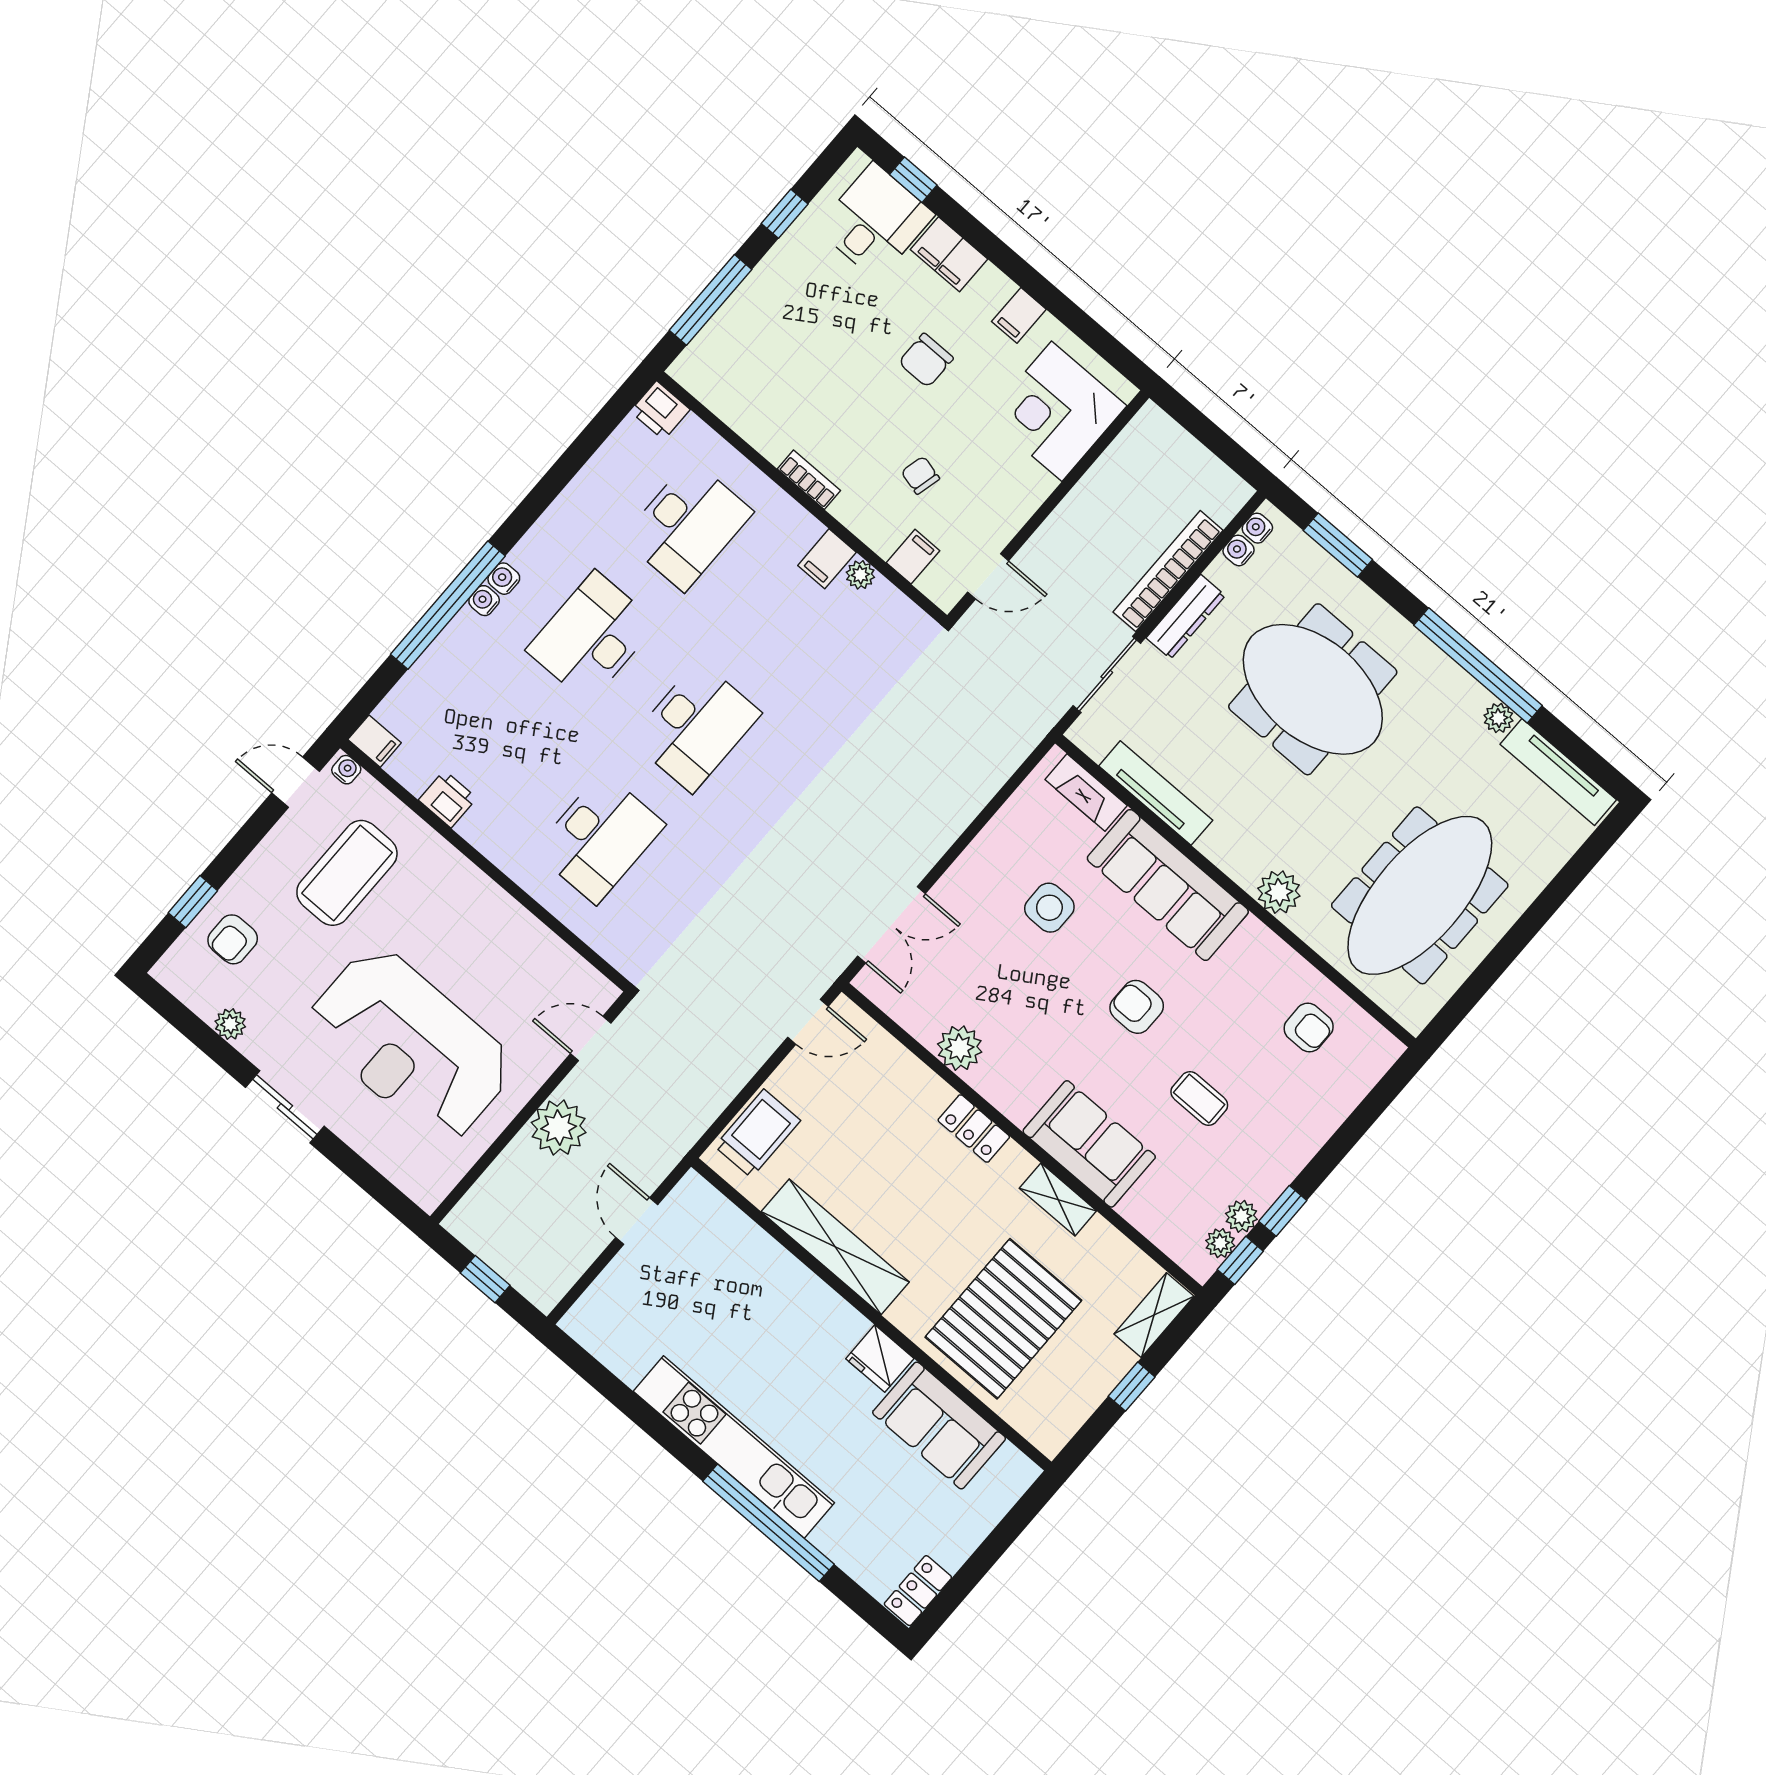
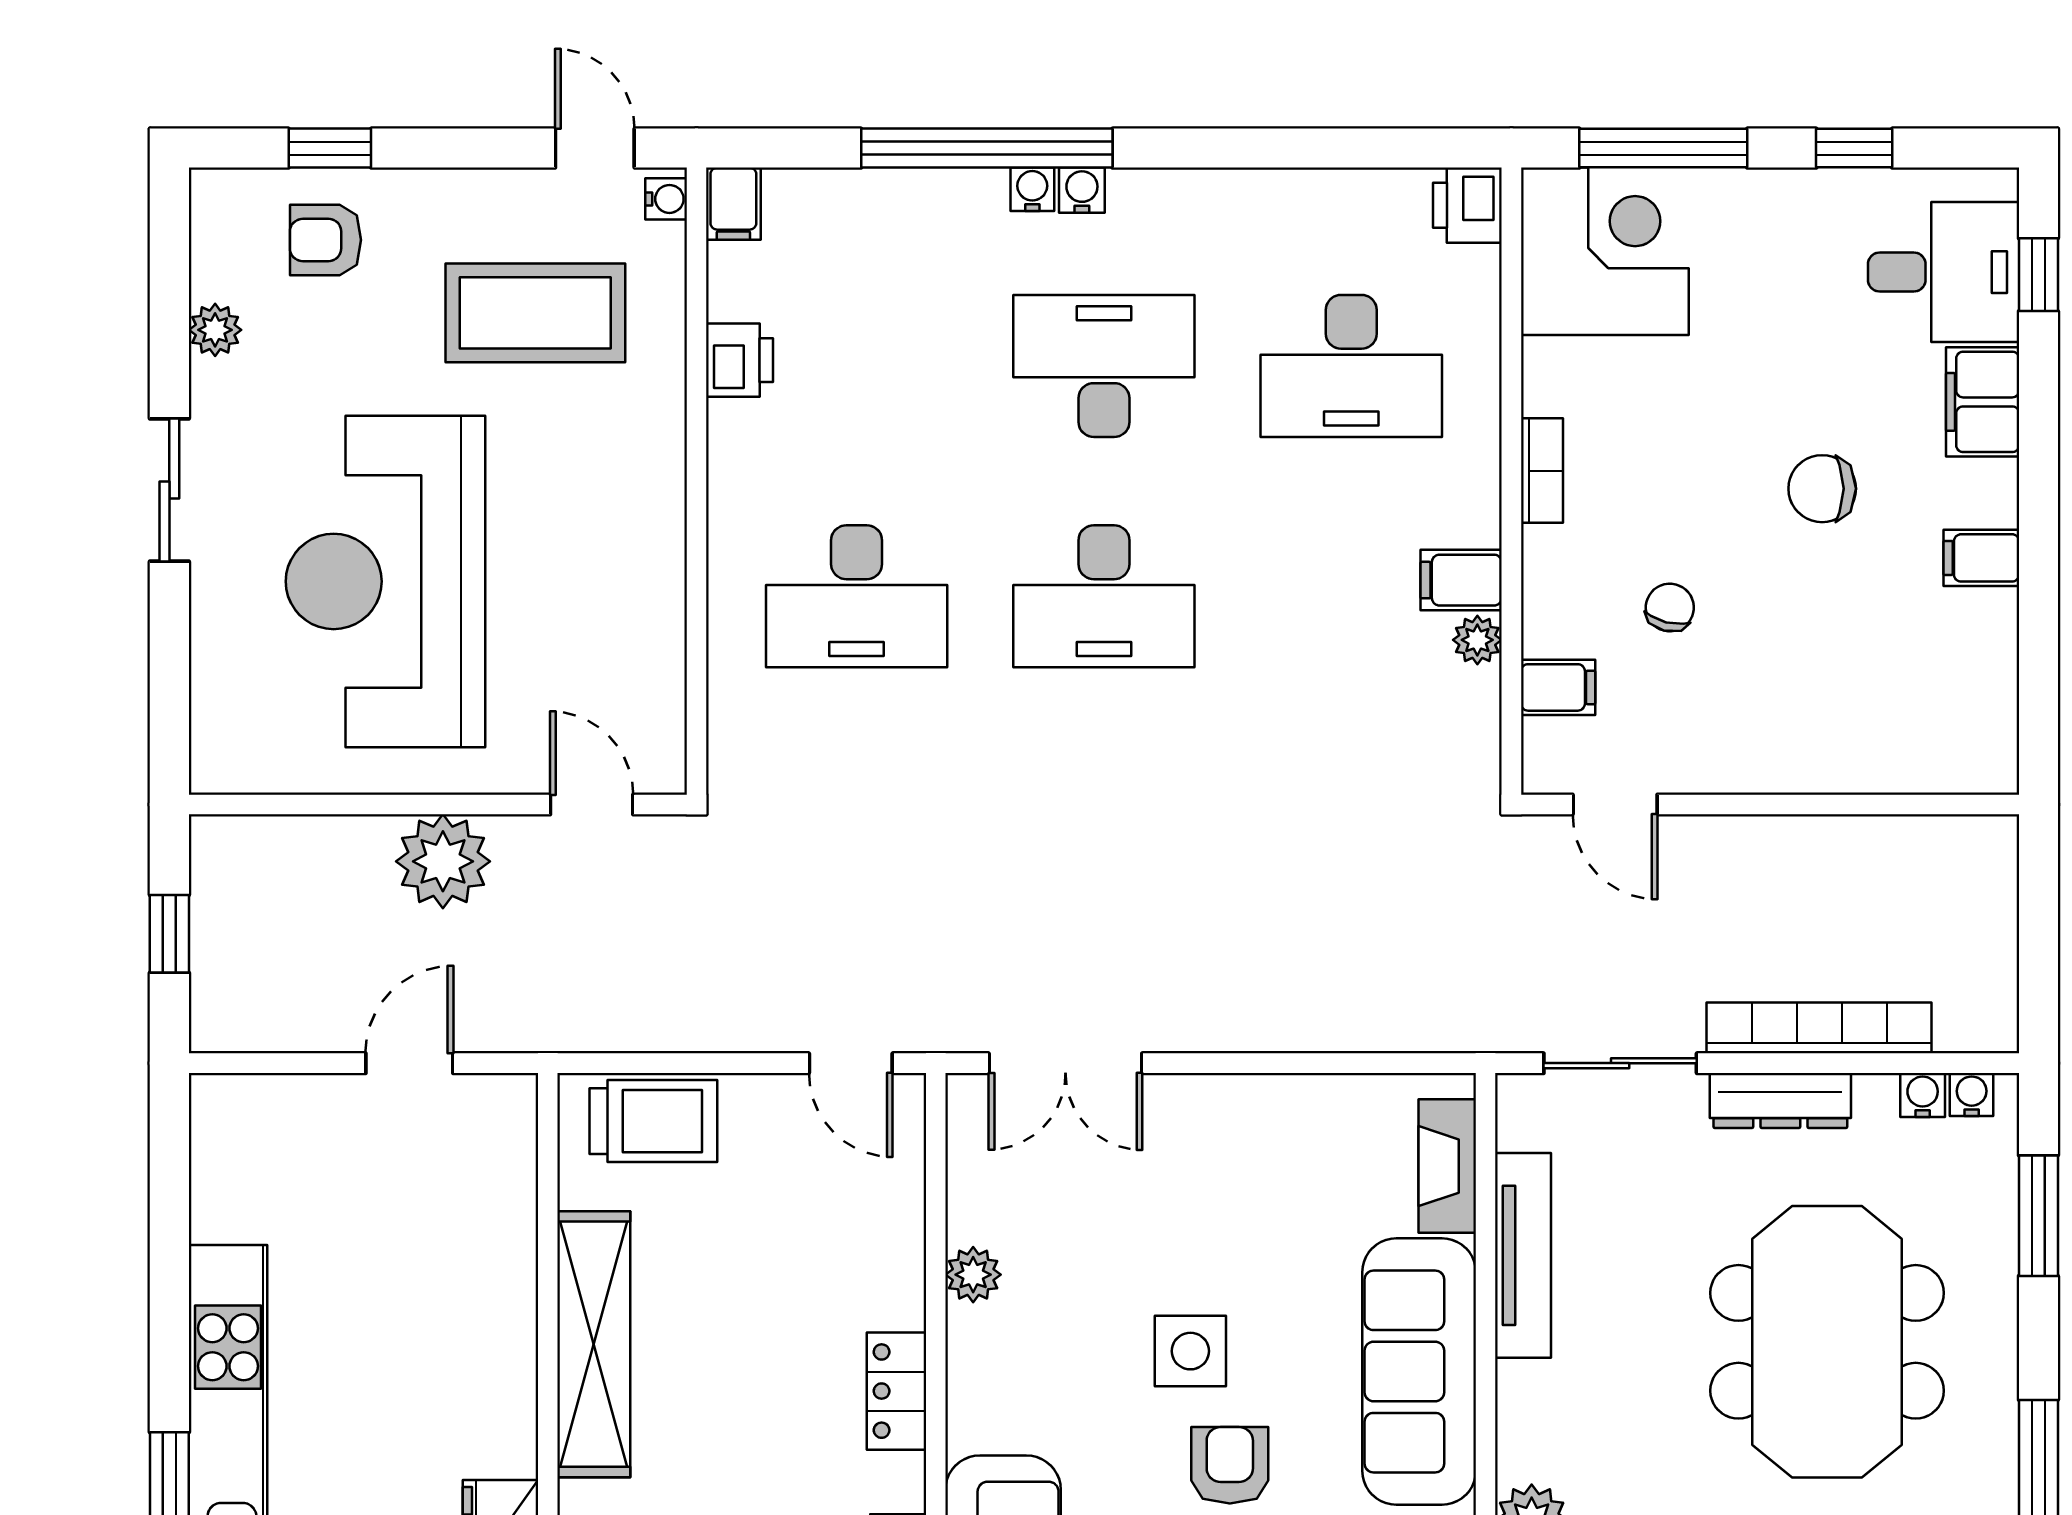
corner desk: (1057, 411) -> (1605, 251), moved, turned 90
side table: (1049, 908) -> (1190, 1351), moved
plant: (960, 1048) -> (973, 1275), width x0.73, depth x0.73

